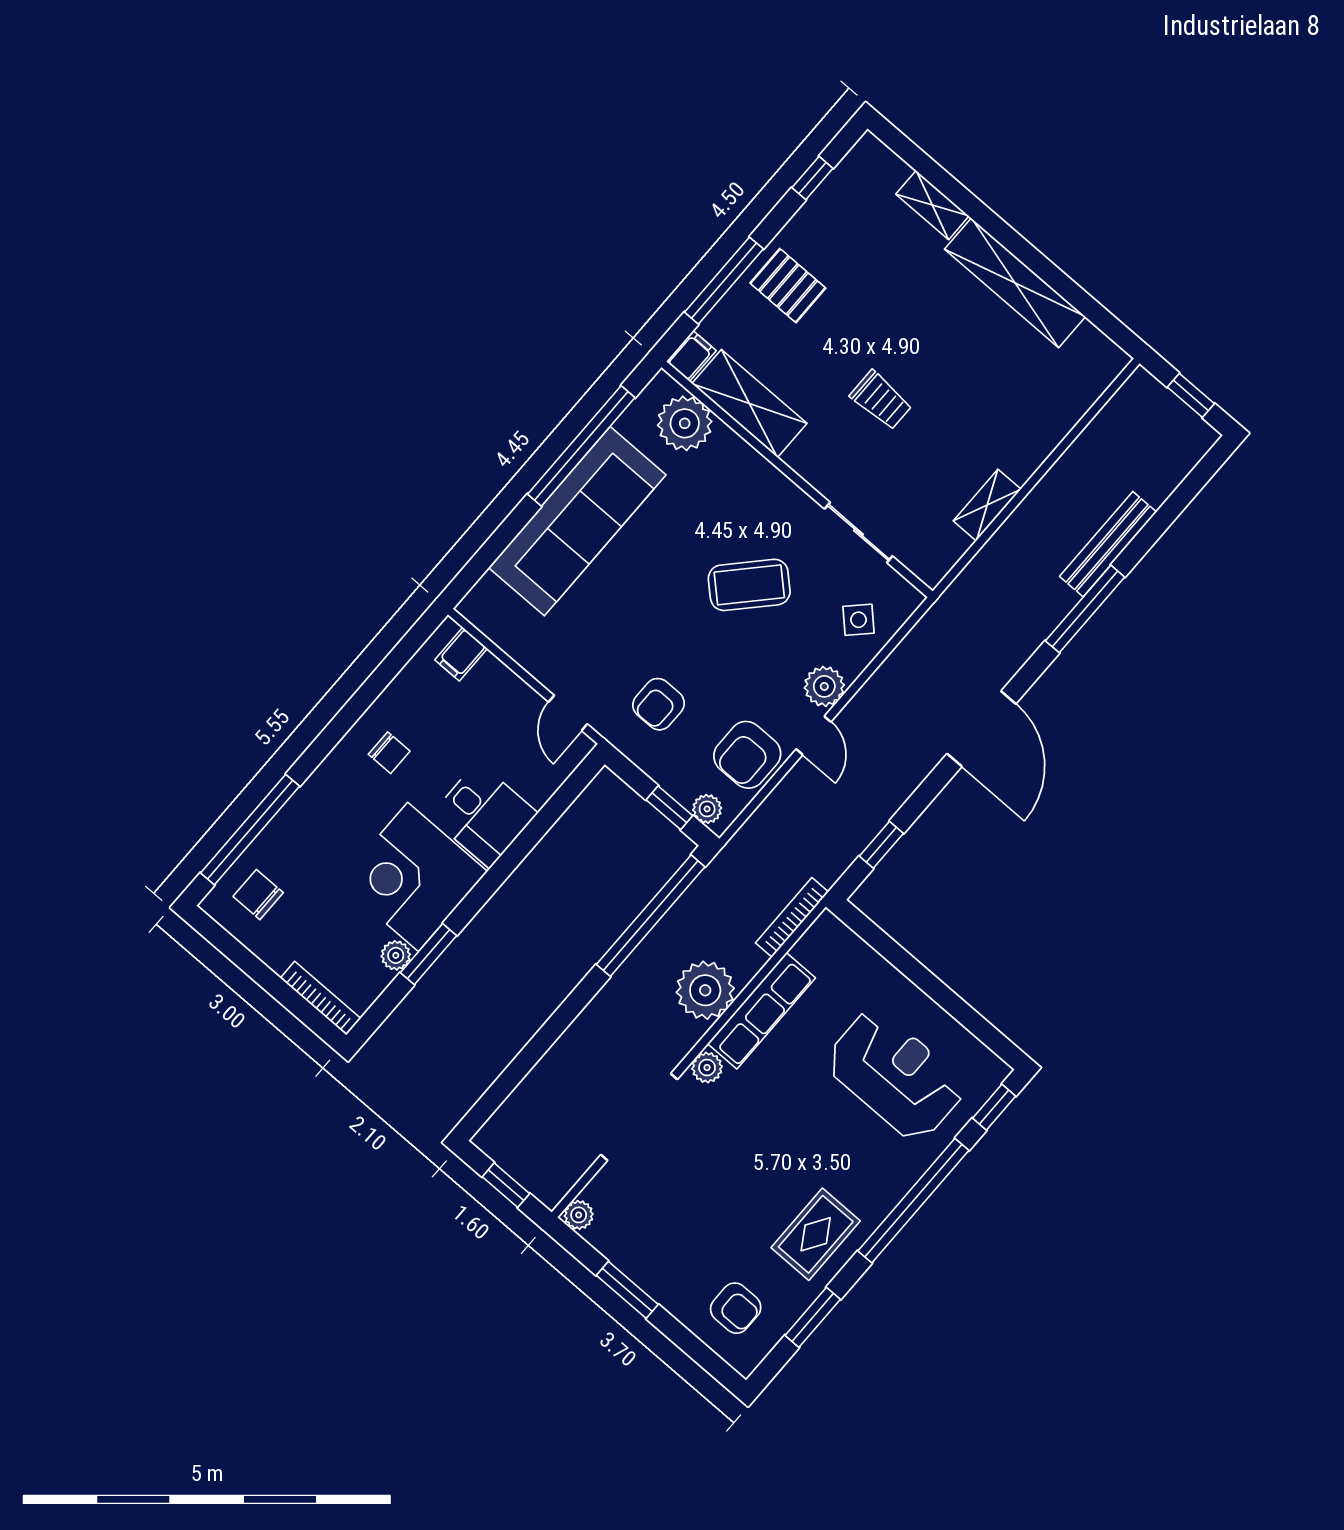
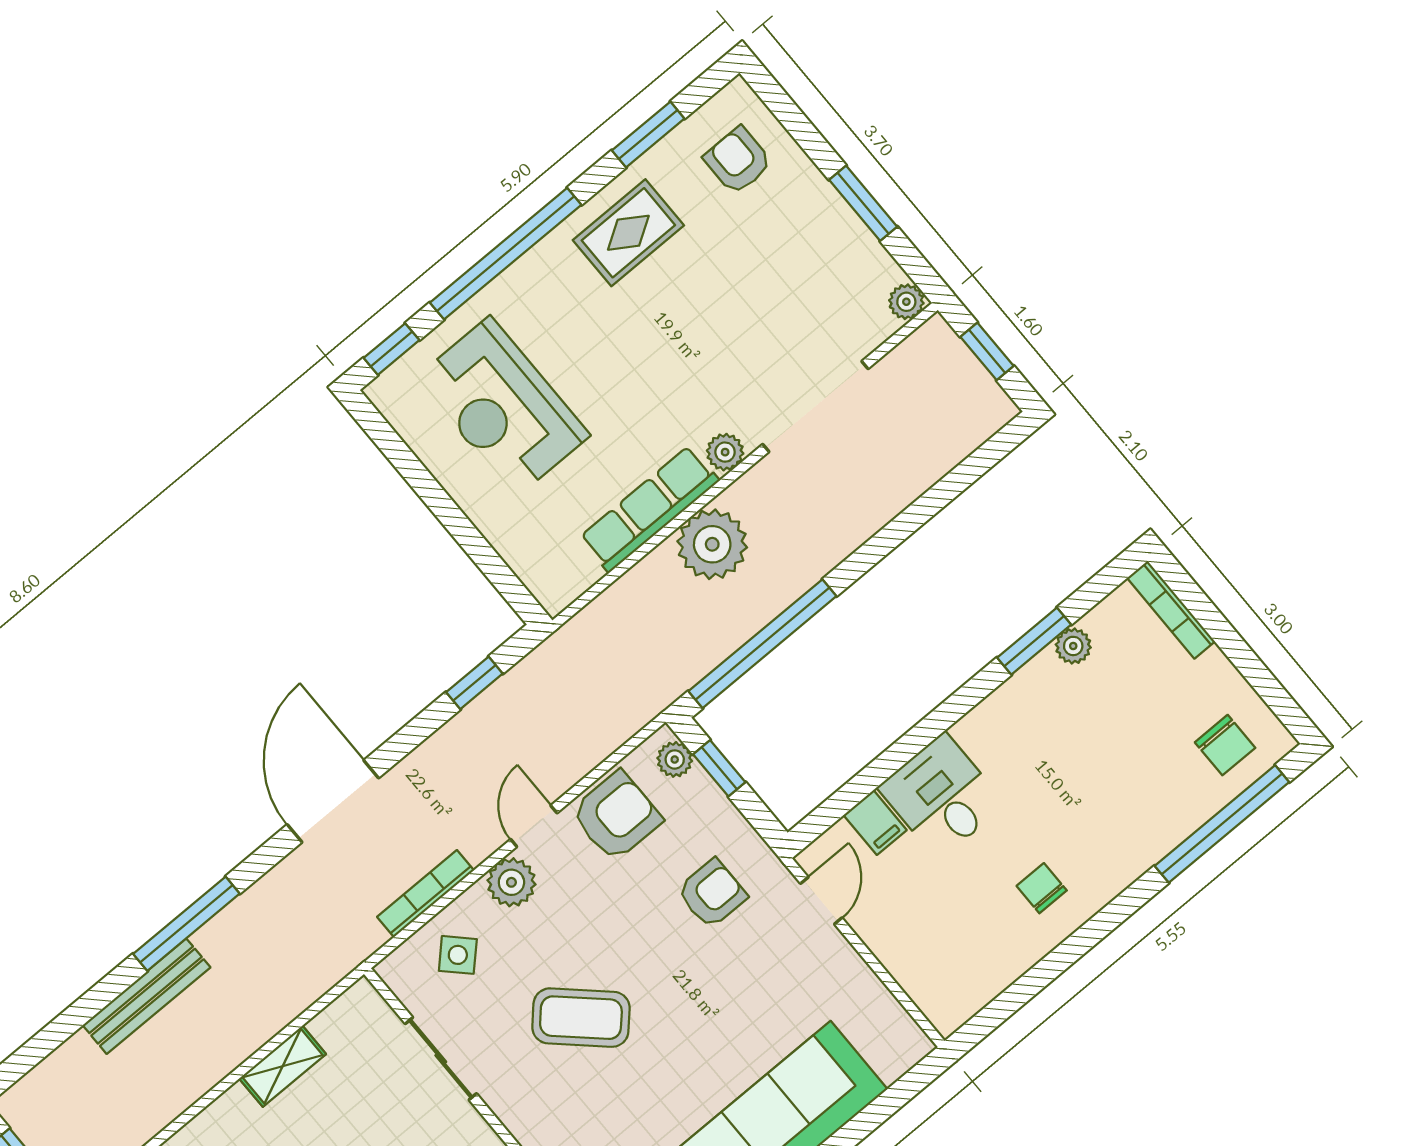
filing cabinet: (461, 654) -> (875, 823), moved, turned 90
corner desk: (413, 877) -> (1037, 736), removed
bookcase: (792, 917) -> (425, 894), moved, turned 180

